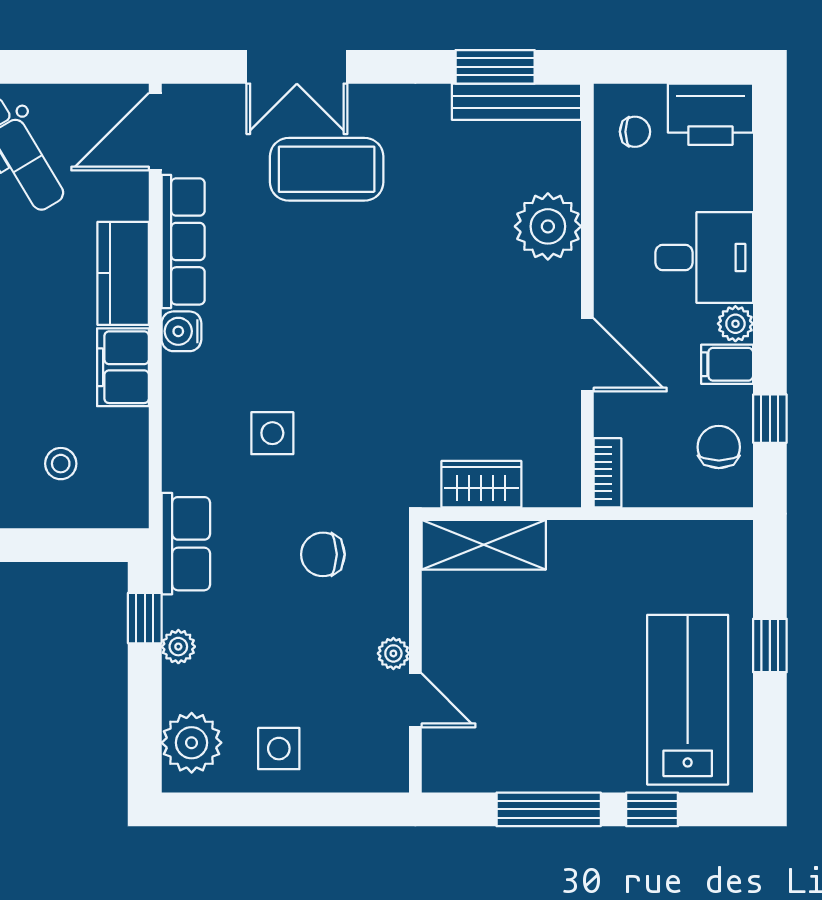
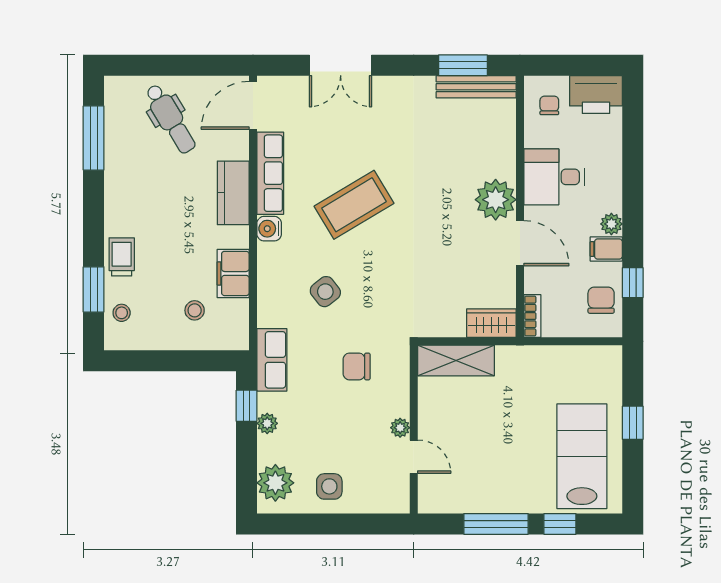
chair: (635, 132) -> (549, 105), turned -90
coffee table: (327, 169) -> (354, 205), moved, turned -31
plant: (548, 226) -> (496, 200), moved
desk: (704, 257) -> (554, 177), moved, turned 180
filing cabinet: (123, 367) -> (233, 273), moved
side table: (272, 433) -> (325, 292), turned -38
wardrobe: (481, 484) -> (491, 323), moved

